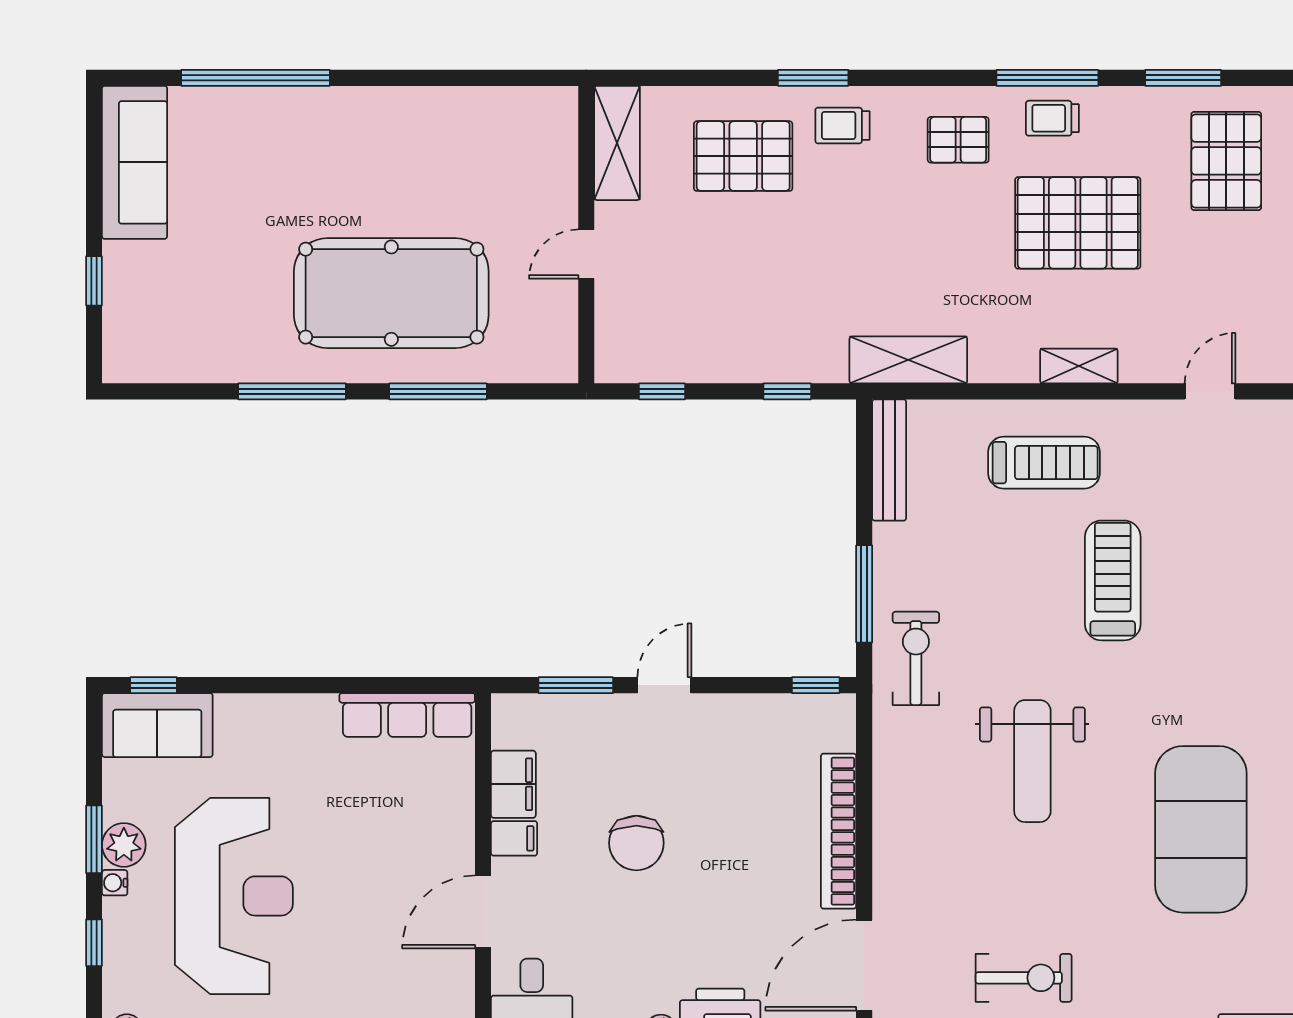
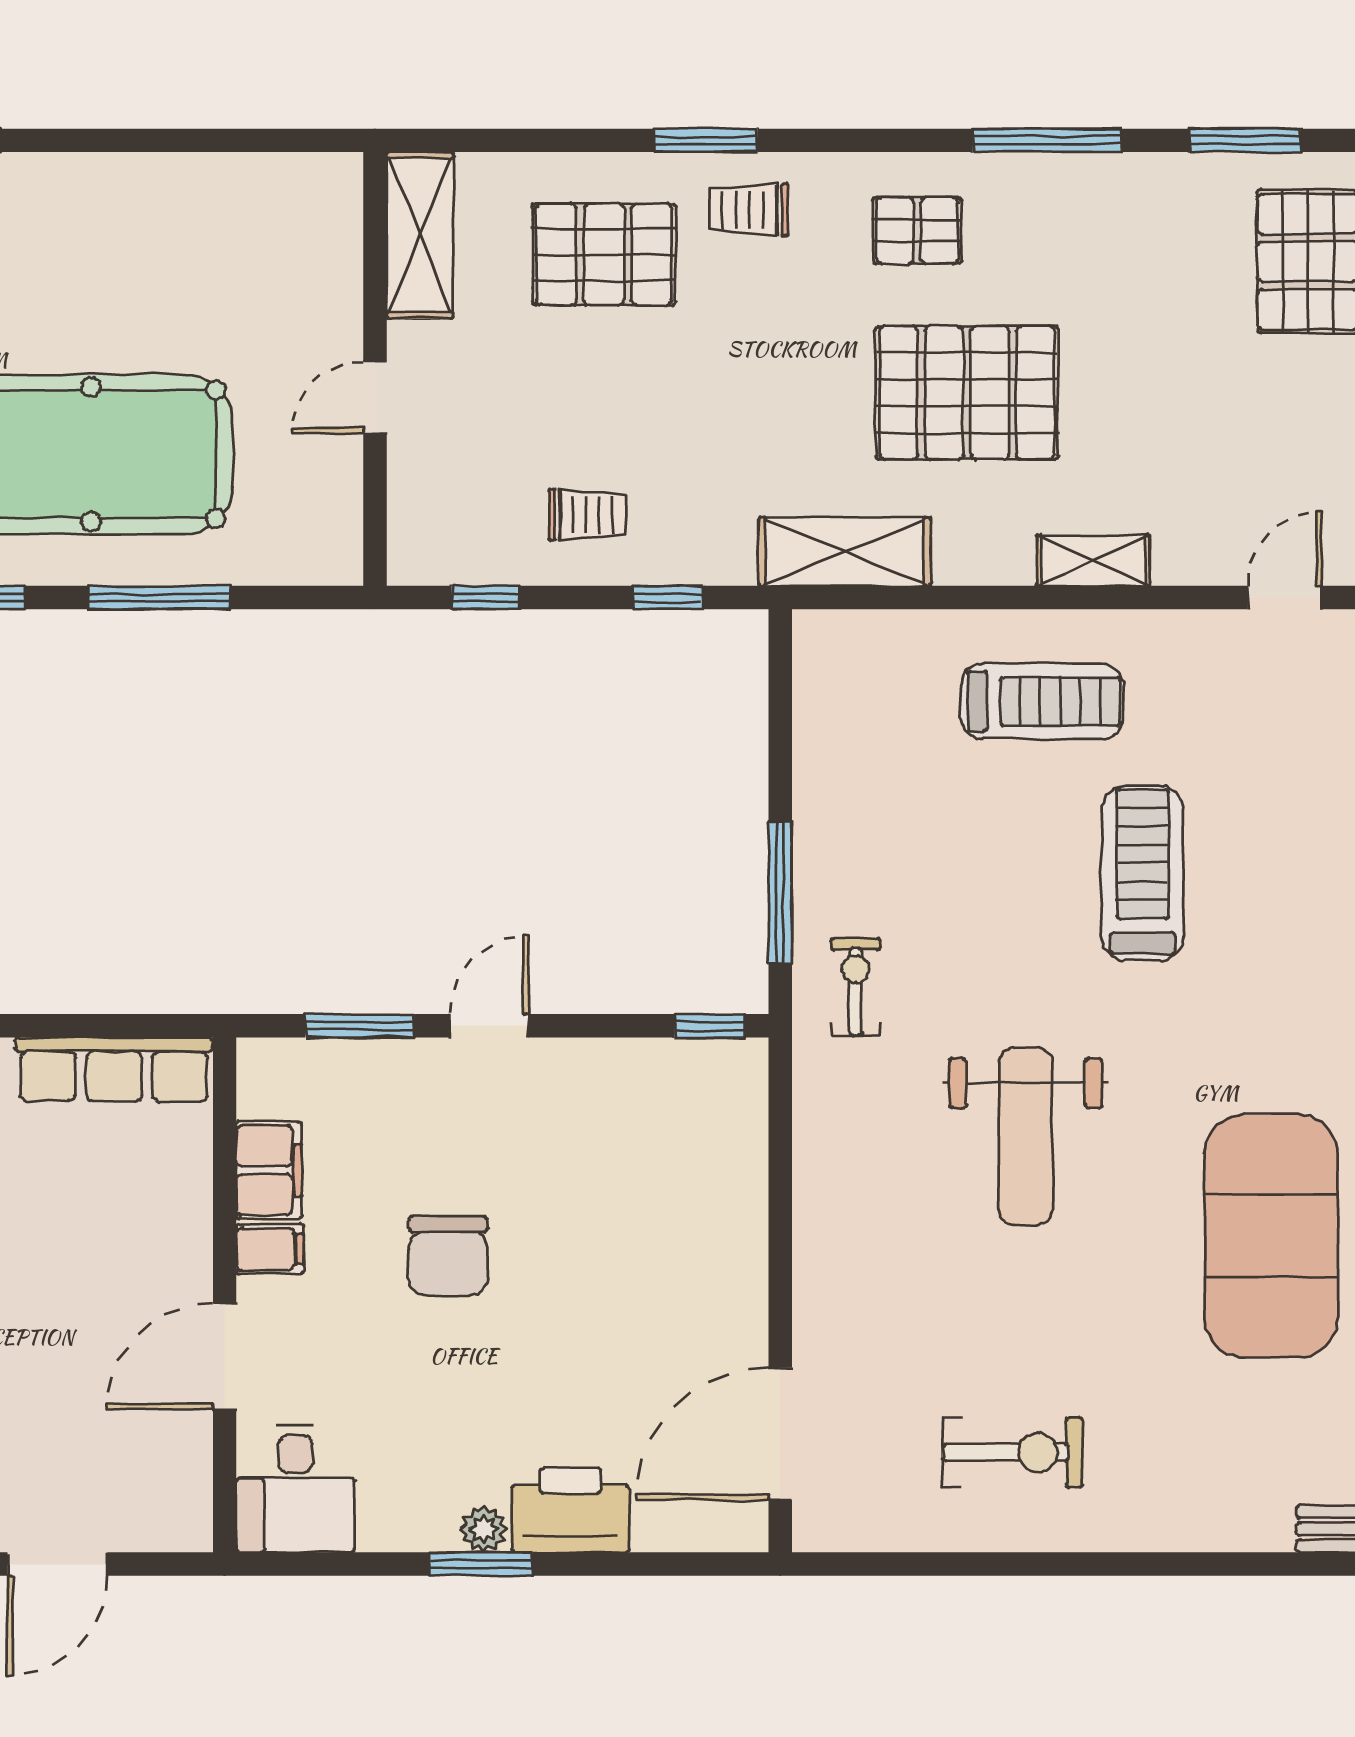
trolley: (1052, 118) -> (587, 515), moved, turned 180
pallet: (1078, 223) -> (967, 393), moved
bench: (889, 460) -> (817, 698), removed
exercise bike: (916, 658) -> (856, 987), width x0.73, depth x0.72
bookcase: (839, 831) -> (743, 1239), removed

